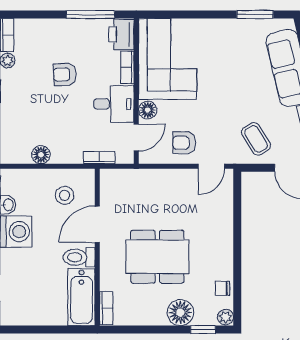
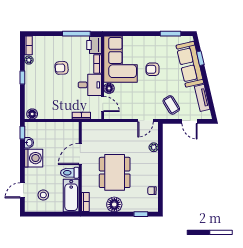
door: (136, 137) -> (103, 104), hinge flipped
armchair: (184, 143) -> (153, 69), moved
floor lamp: (41, 155) -> (32, 114), moved
stool: (65, 195) -> (43, 195), moved
dining table: (157, 257) -> (115, 172), turned 90
floor lamp: (180, 313) -> (114, 204), moved
plant: (225, 317) -> (154, 147), moved

